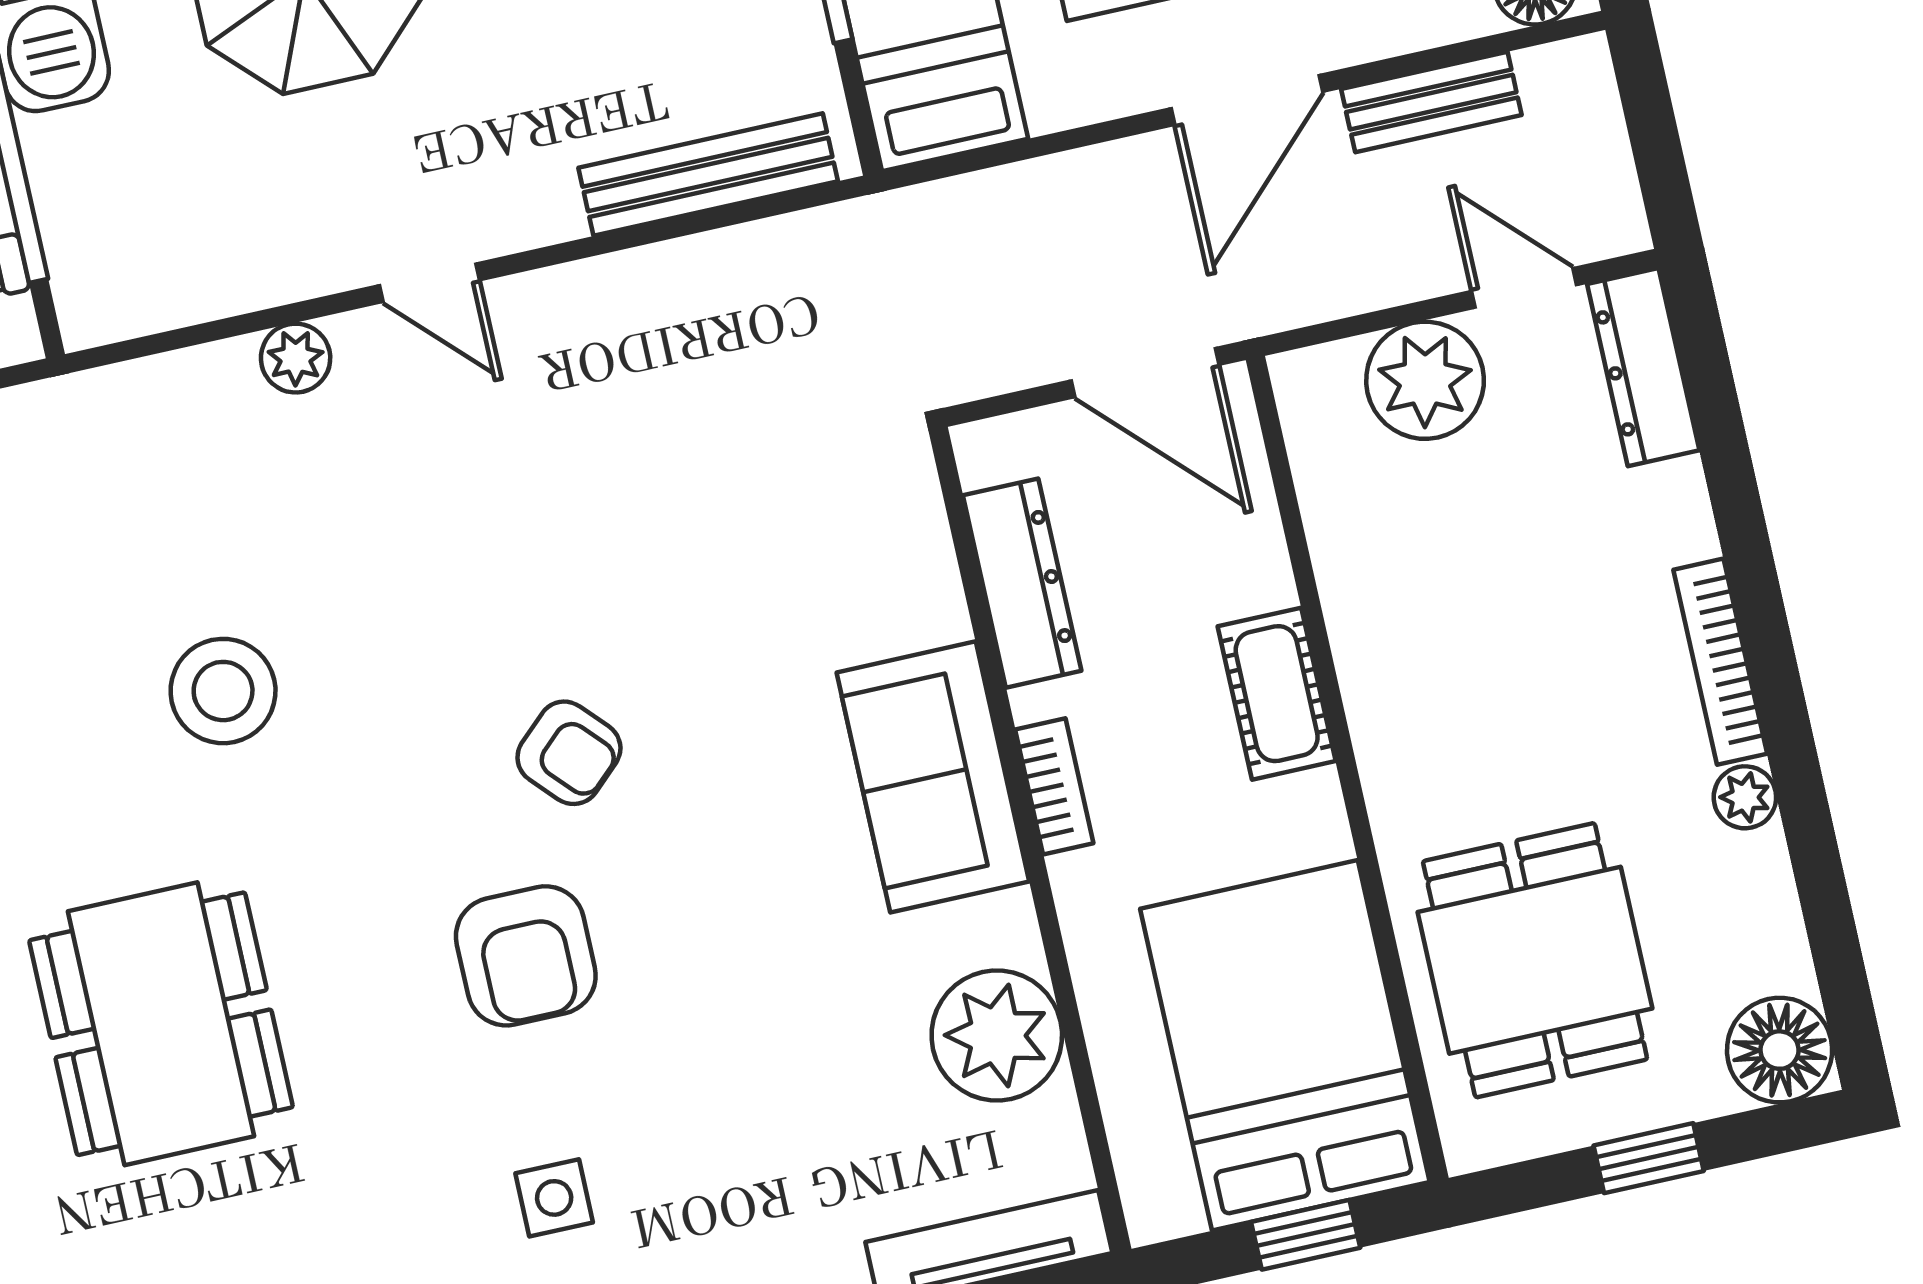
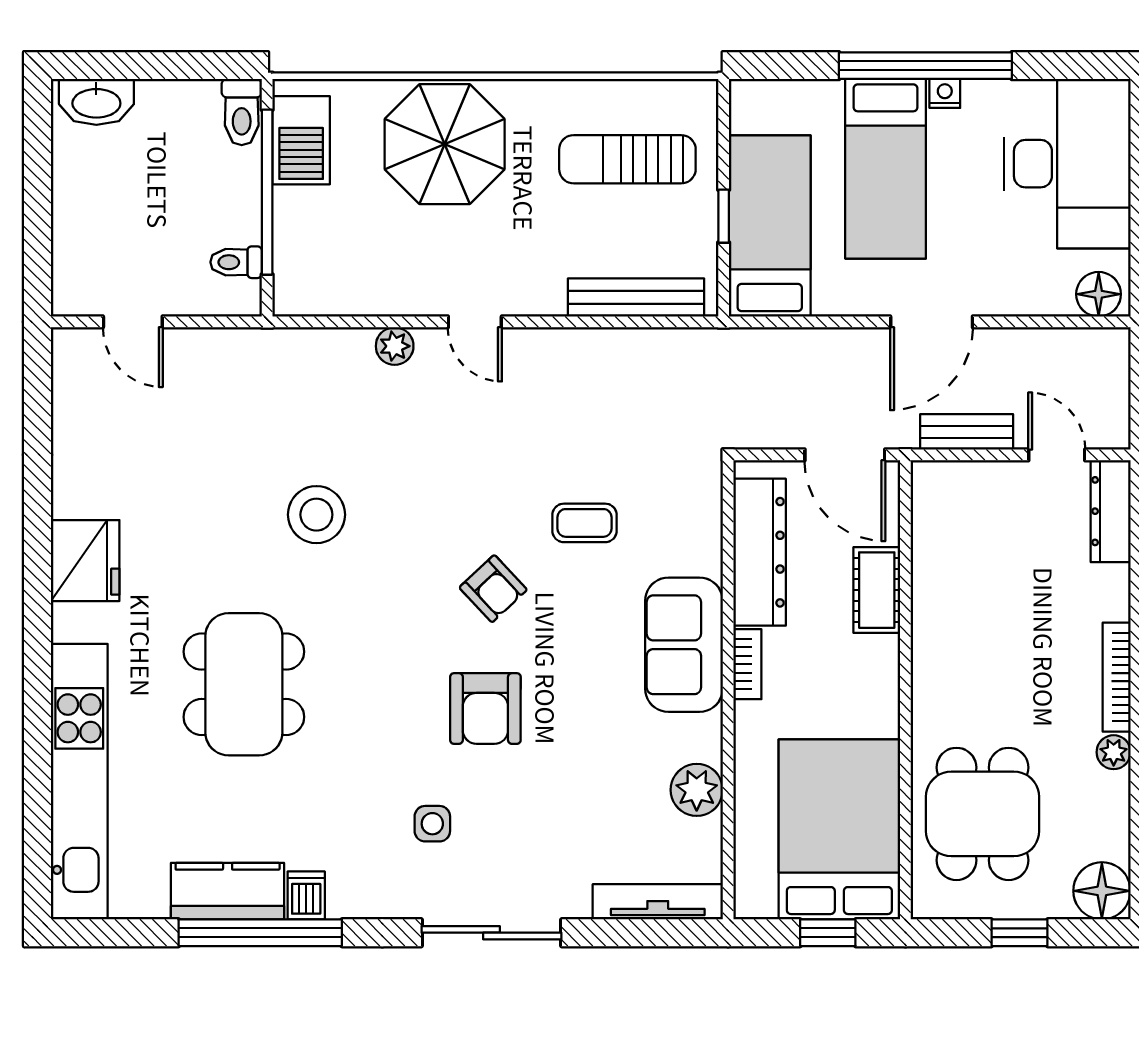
bench: (1431, 102) -> (967, 432), moved
plant: (1425, 380) -> (993, 492), removed
dresser: (1022, 583) -> (760, 552), width x1.37, depth x1.24
coffee table: (706, 599) -> (585, 523), added
cot: (1277, 694) -> (877, 590), moved
armchair: (526, 956) -> (485, 709), moved
plant: (997, 1035) -> (697, 790), width x0.73, depth x0.73

